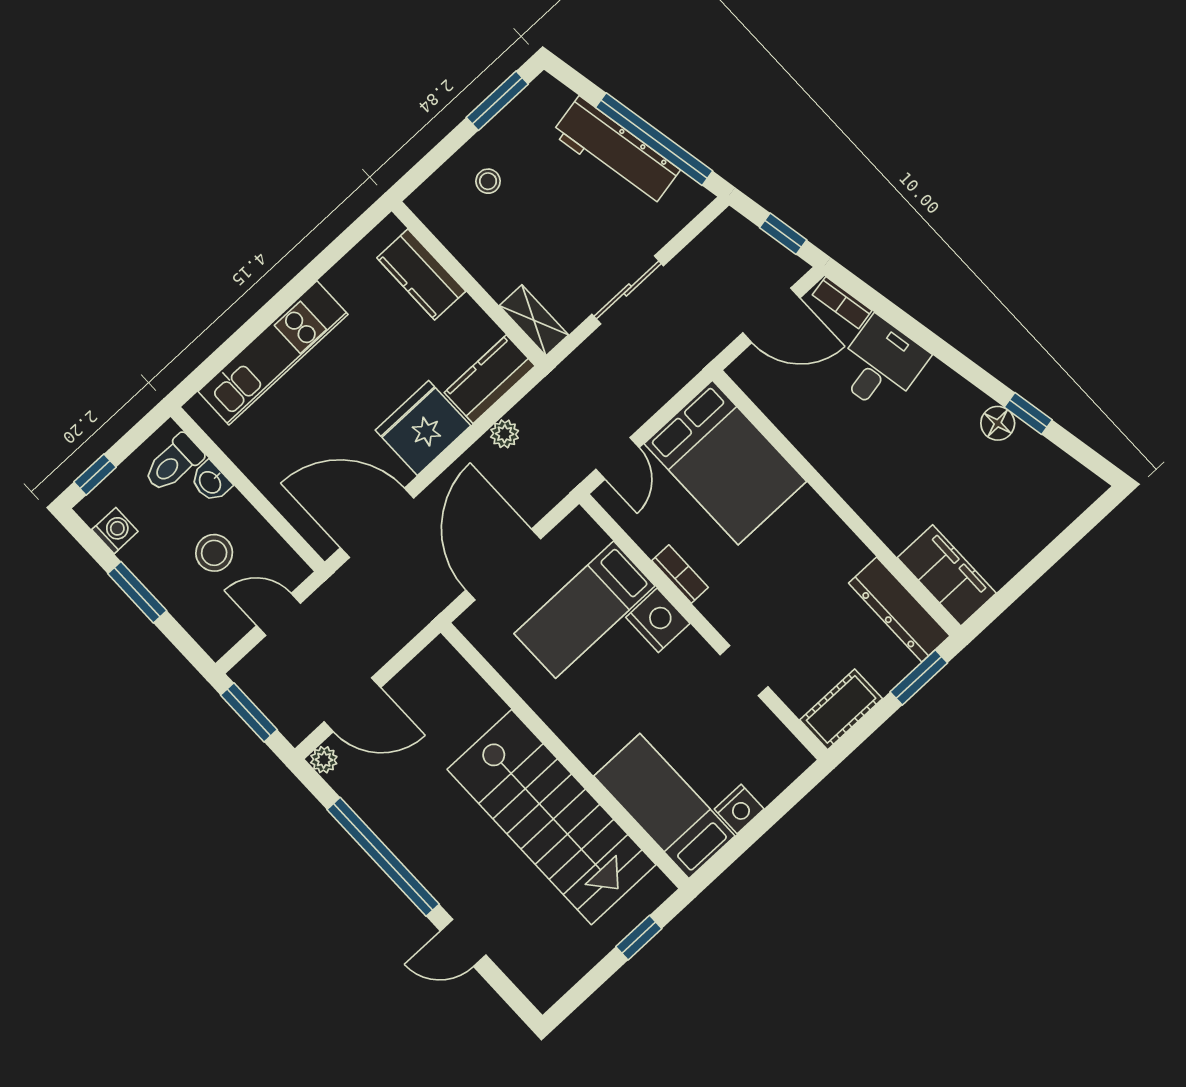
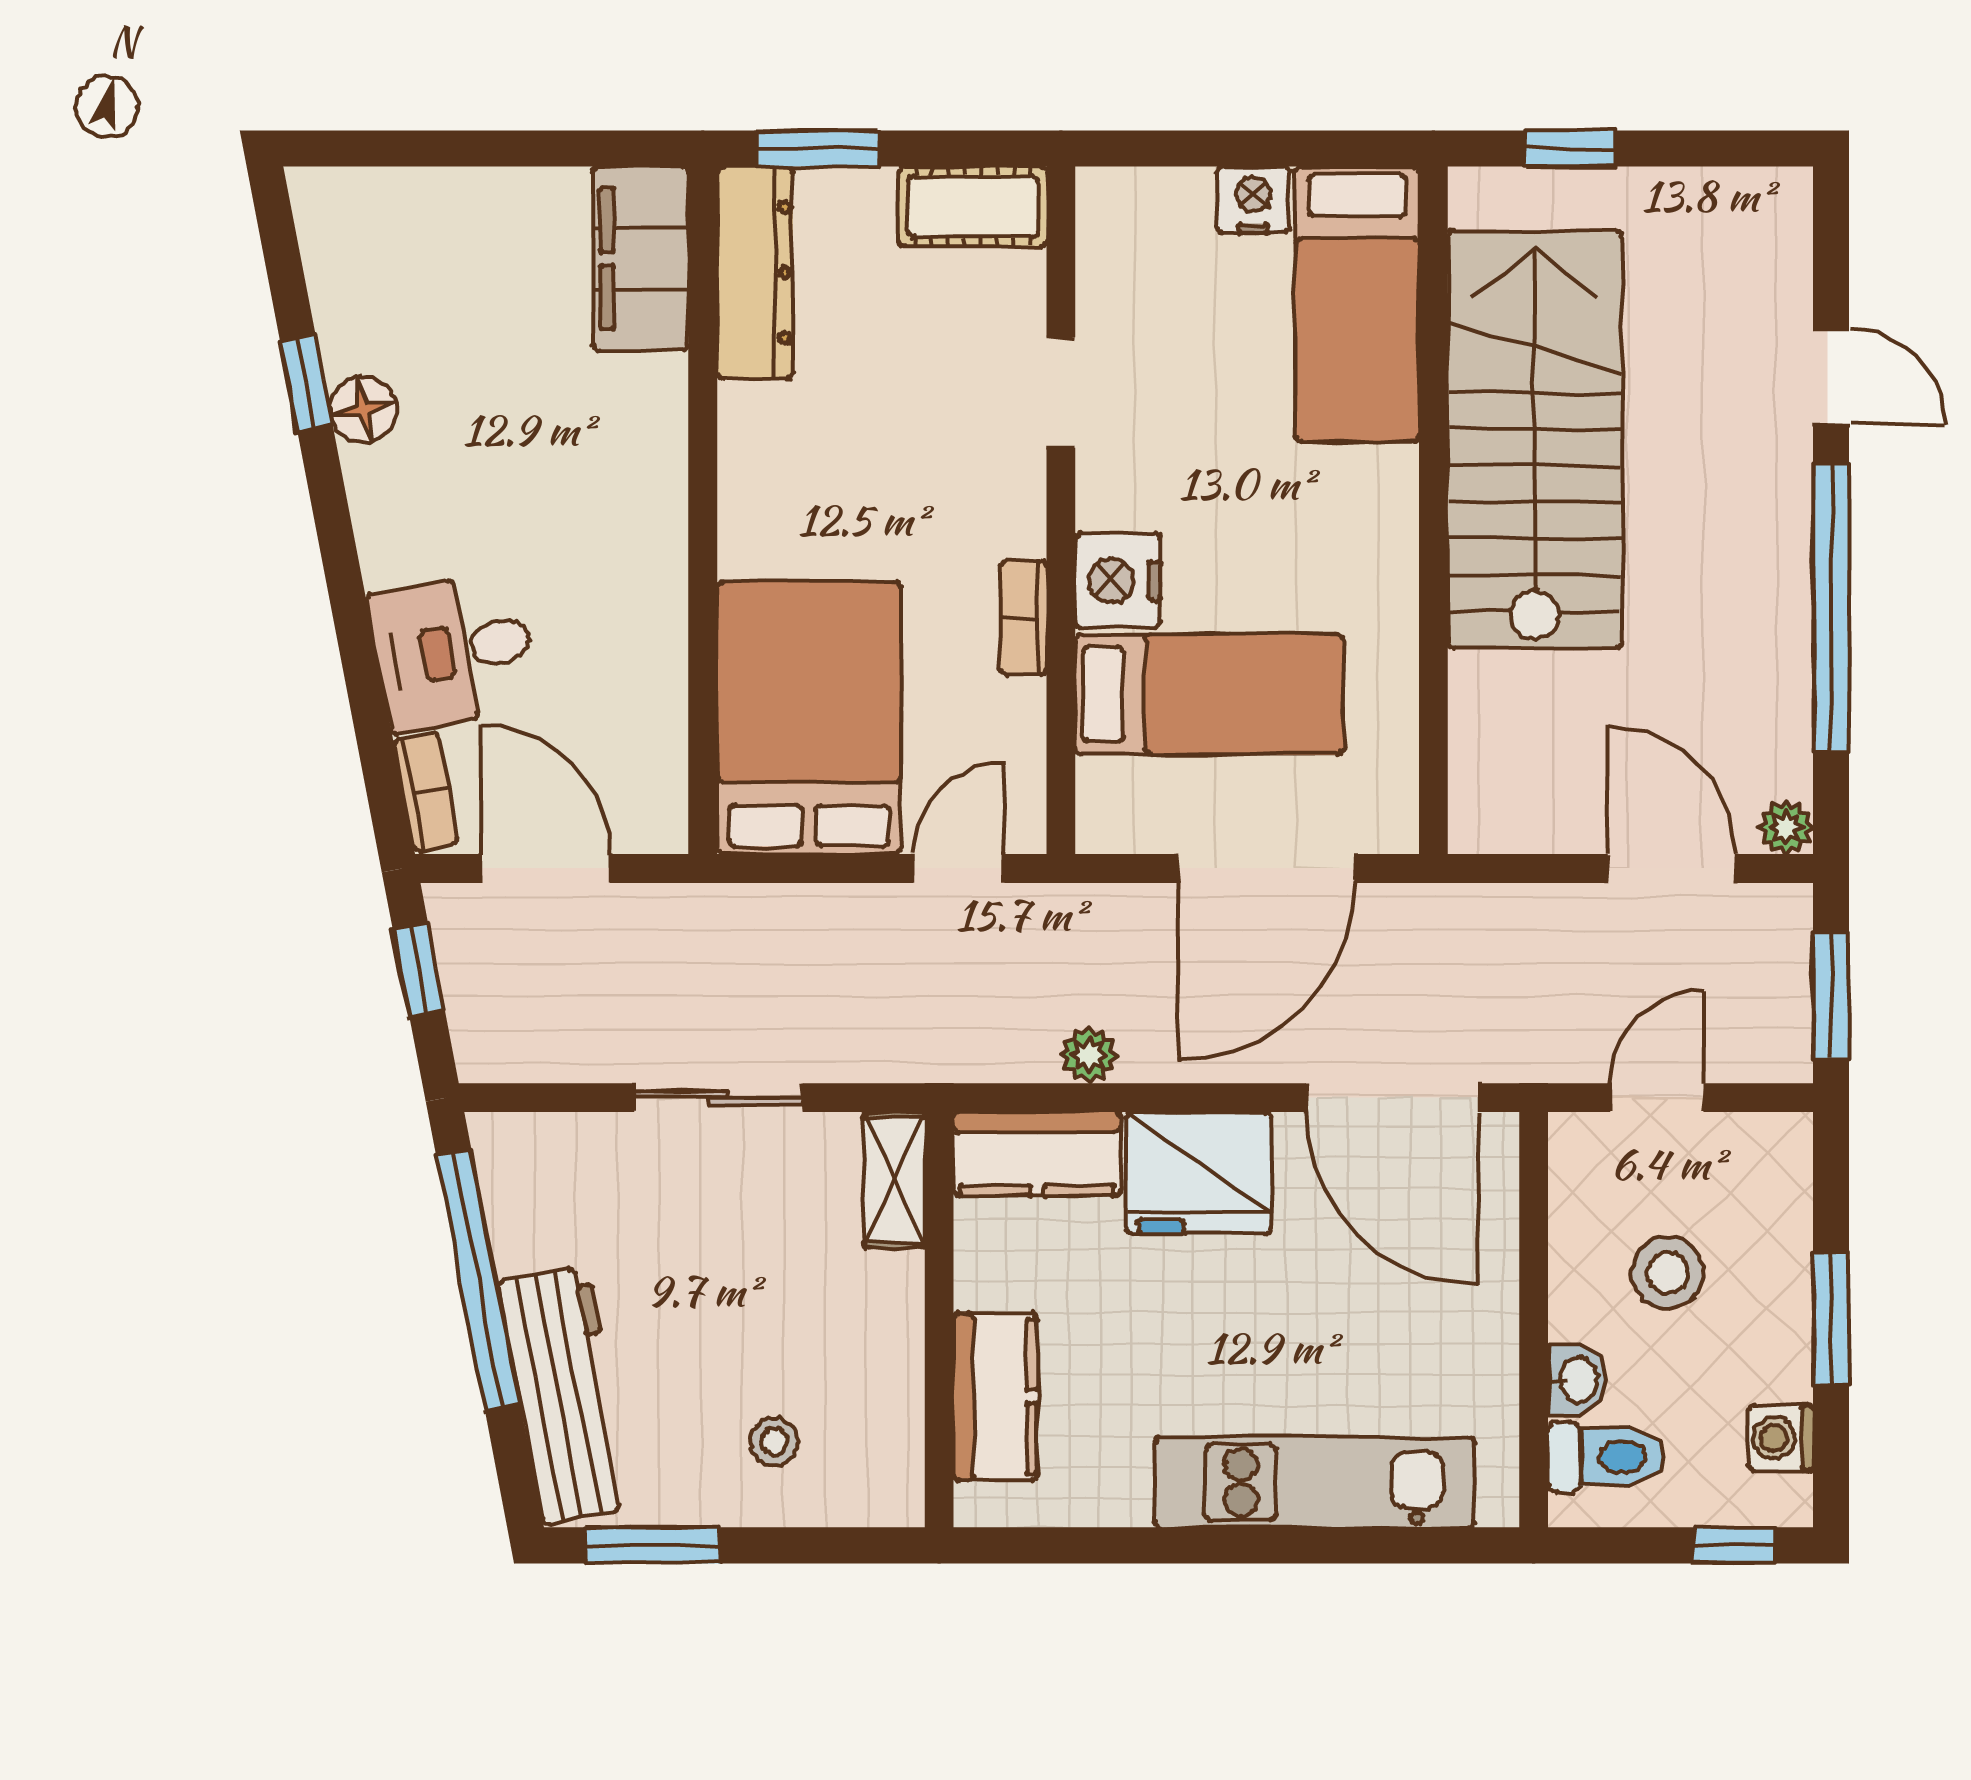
workbench: (616, 152) -> (566, 1395), moved
door: (279, 614) -> (1657, 1098), swing flipped

